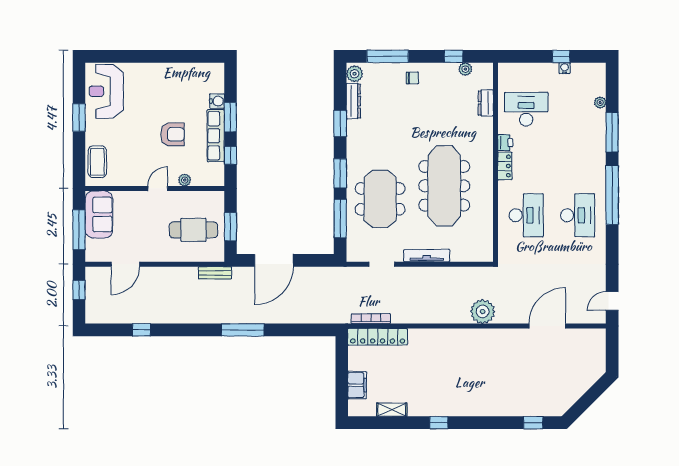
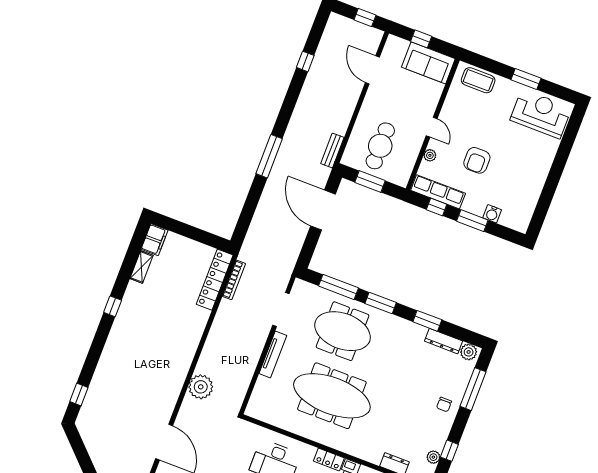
row of seats: (216, 136) -> (438, 192), moved
window: (79, 230) -> (421, 39), width x0.46
doorway: (382, 264) -> (281, 309), width x1.38
filing cabinet: (357, 385) -> (154, 240), moved, turned -90

